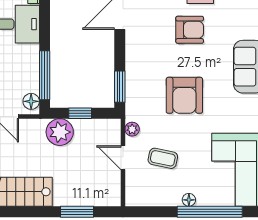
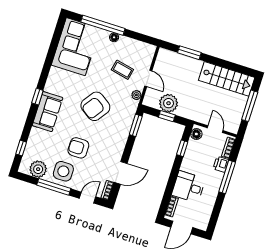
window: (45, 75) -> (182, 148), width x0.46
armchair: (184, 95) -> (95, 106), turned -145
plant: (60, 132) -> (169, 103), moved

